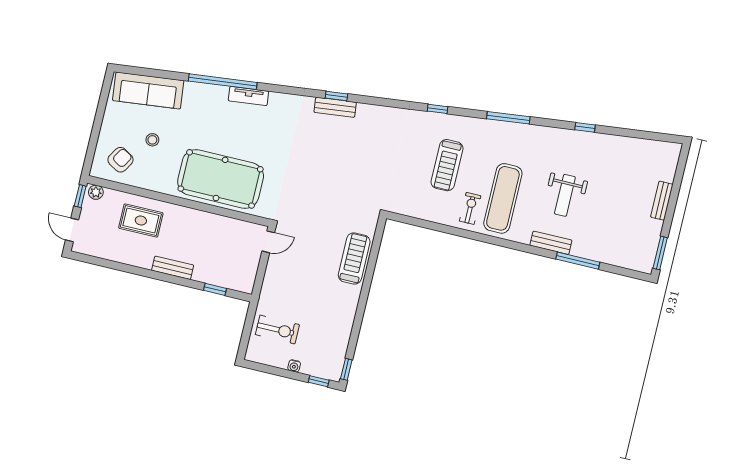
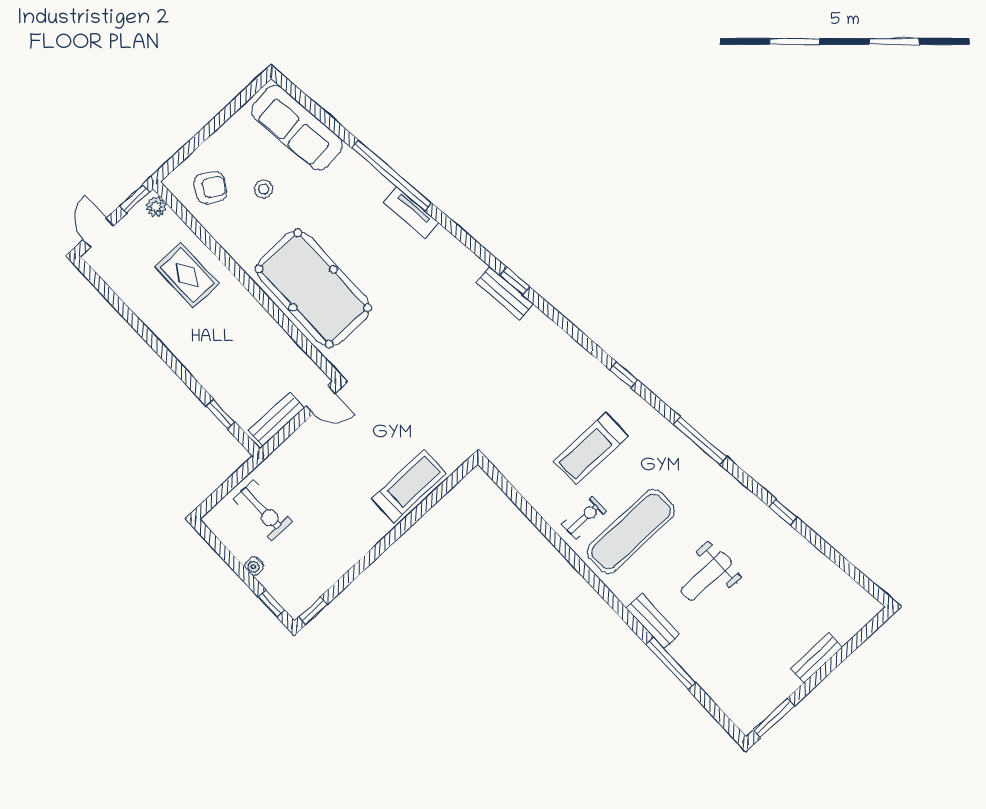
bench: (173, 268) -> (276, 419), moved, turned 90

